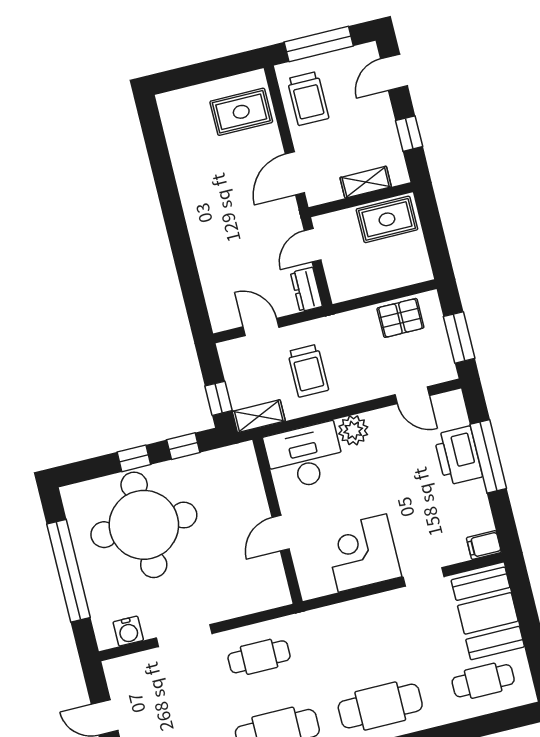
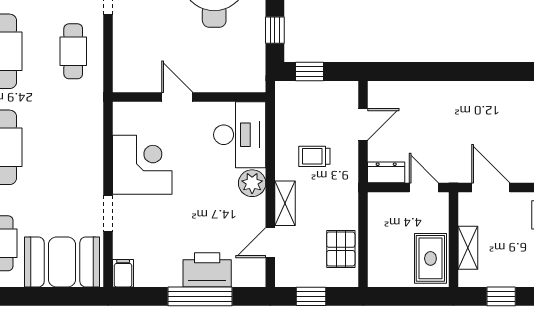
window: (459, 337) -> (311, 296), width x0.67
trolley: (308, 371) -> (314, 156), width x0.73, depth x0.72
shelving: (259, 416) -> (285, 203), moved

